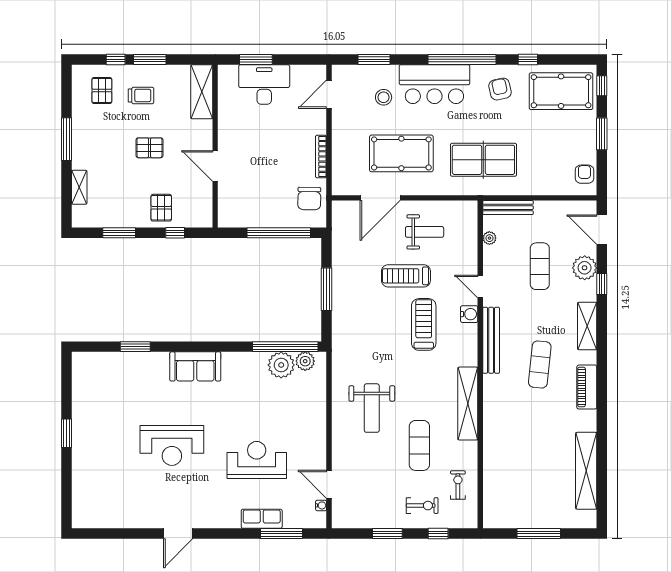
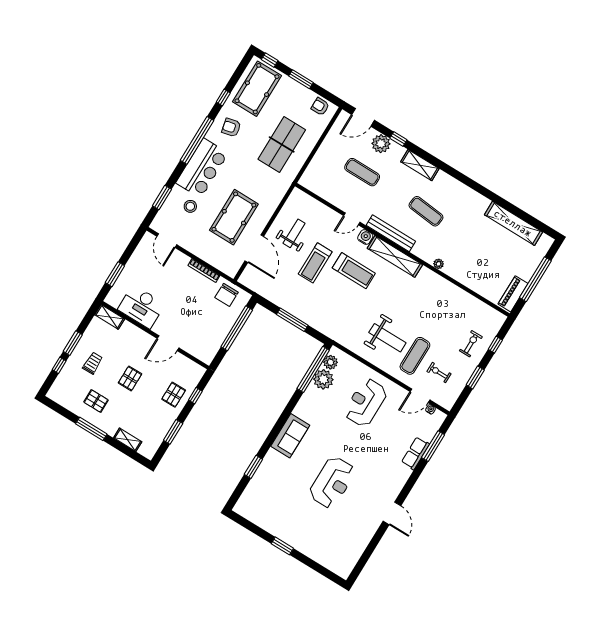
desk: (264, 84) -> (141, 307), moved, turned -90
pallet: (102, 91) -> (96, 401), moved
shelving: (202, 92) -> (110, 317), width x0.67, depth x0.75
table tennis table: (483, 160) -> (282, 144), moved
chair: (309, 199) -> (227, 295), turned 89
pallet: (161, 208) -> (174, 395), turned 90
bench: (508, 208) -> (311, 169), removed
plant: (489, 238) -> (439, 264), moved
treadmill: (424, 324) -> (354, 271), turned 180
piano: (587, 387) -> (513, 294), moved, turned 90
shelving: (468, 404) -> (395, 256), moved
exercise mat: (419, 445) -> (415, 356), moved, turned 90
reception desk: (257, 460) -> (366, 403), moved
exercise bike: (458, 485) -> (439, 373), moved
window: (539, 534) -> (535, 279), width x1.46

